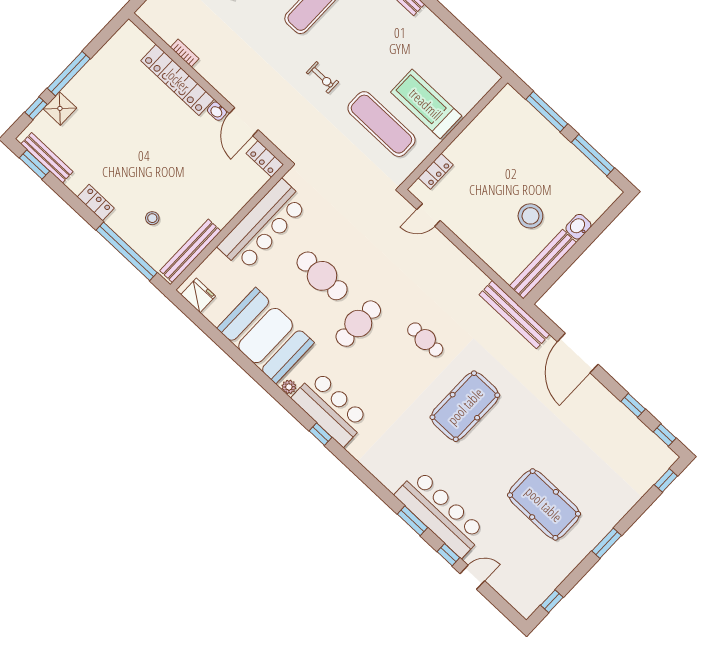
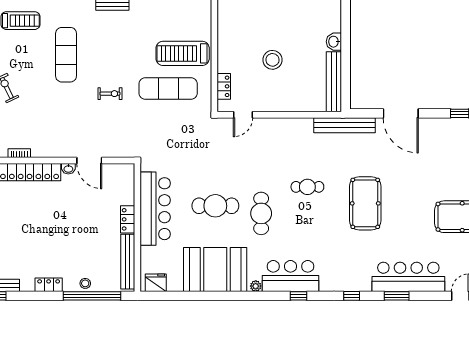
locker: (265, 159) -> (128, 219), moved, turned 90
stool: (530, 216) -> (272, 60), moved
stool: (152, 218) -> (85, 283), moved
window: (448, 555) -> (352, 296), moved

